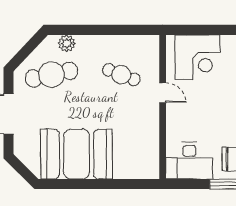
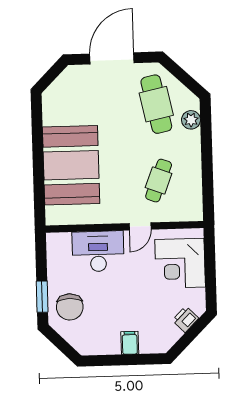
booth: (77, 154) -> (71, 165), moved
desk: (189, 161) -> (98, 251), moved, turned 90

